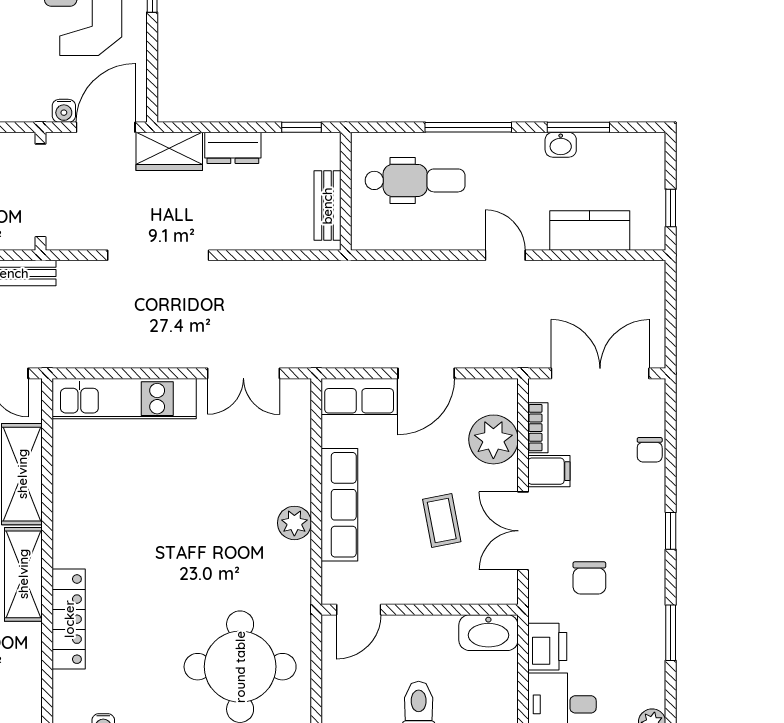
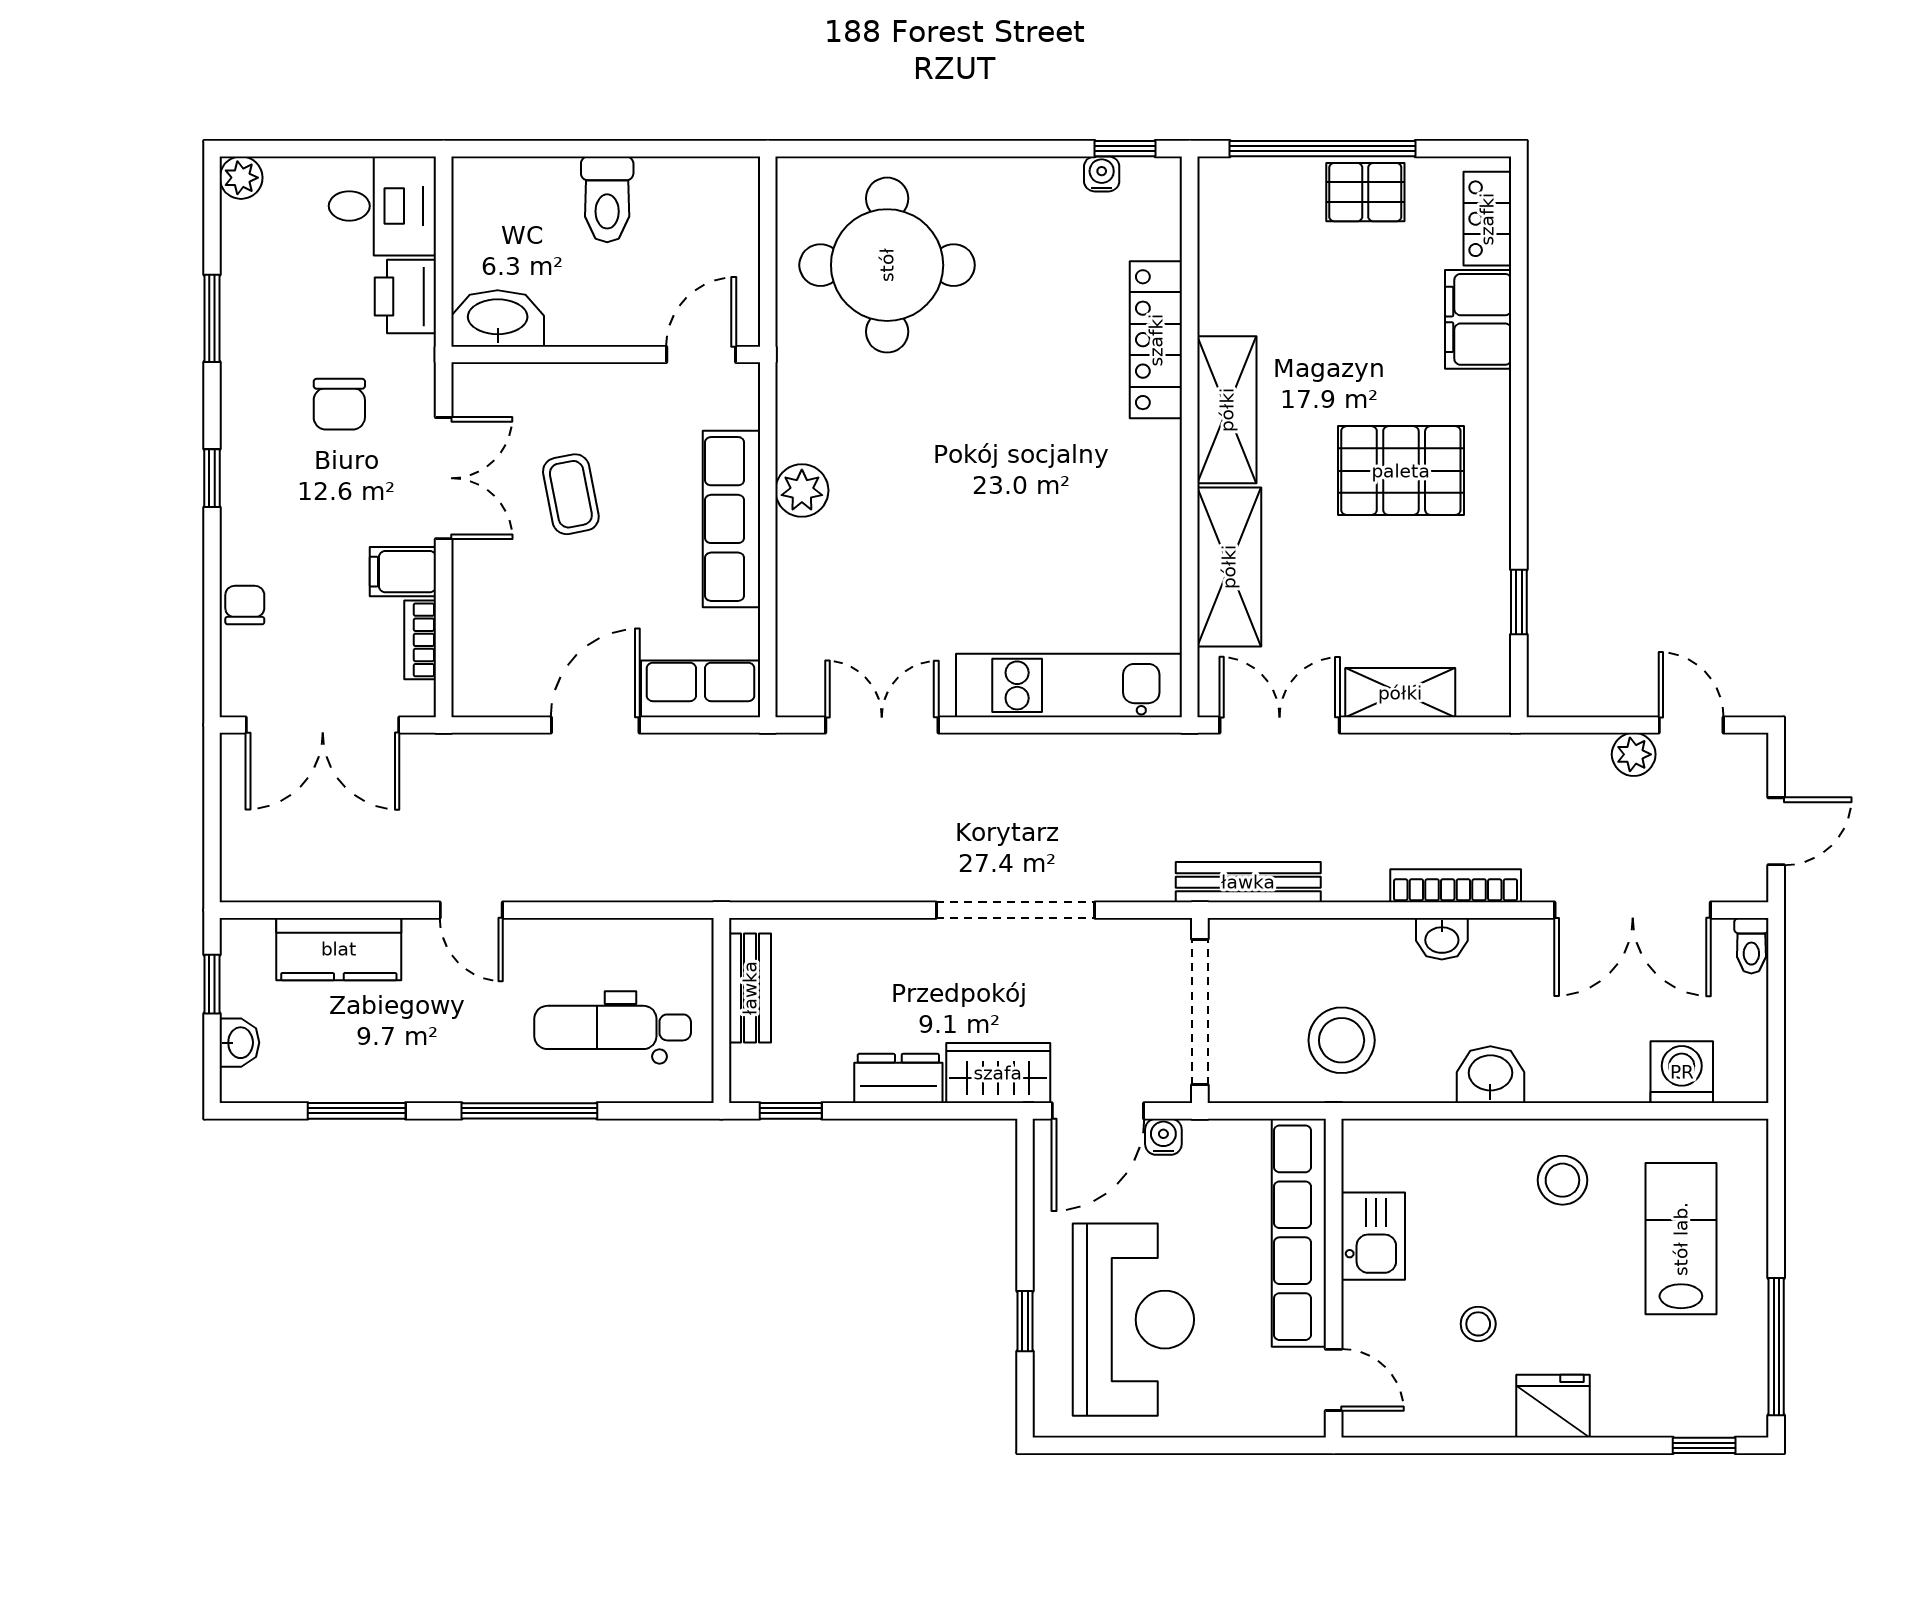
washbasin: (561, 145) -> (239, 1043), moved, turned 90
plant: (493, 439) -> (490, 621), removed
chair: (589, 578) -> (339, 404), turned 180

